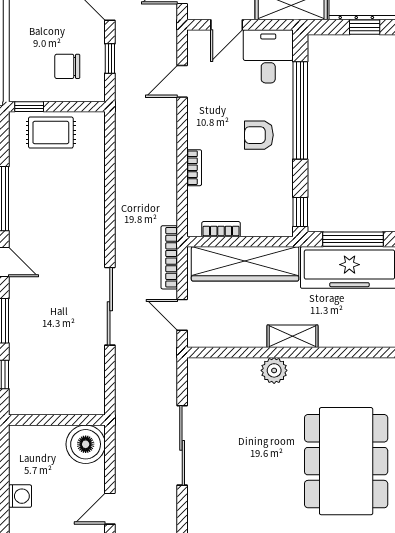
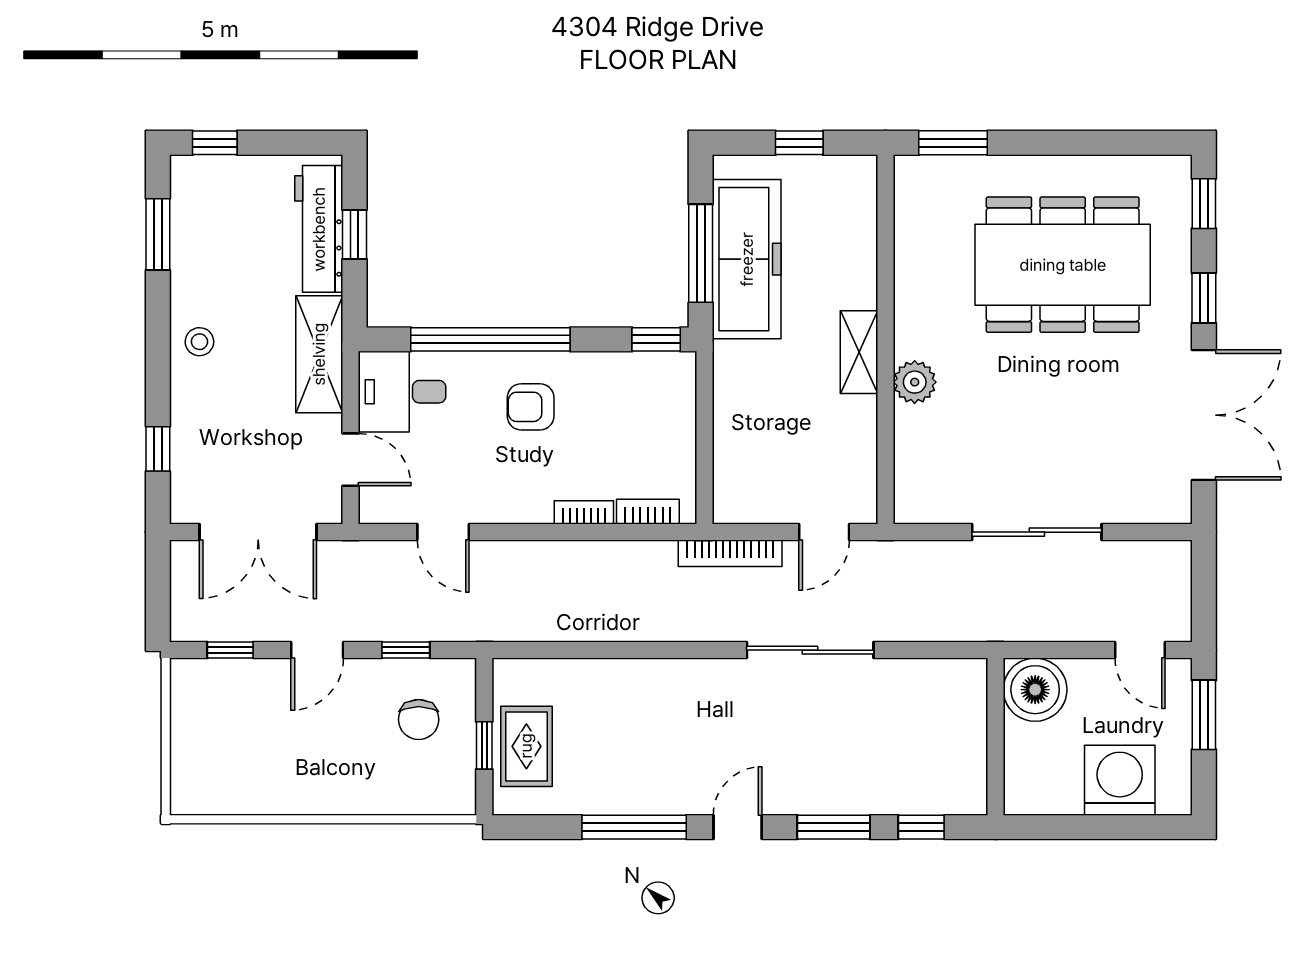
window: (29, 107) -> (484, 745), moved
armchair: (259, 135) -> (531, 407), turned 90
bookcase: (221, 229) -> (648, 512), moved, turned 90
wardrobe: (245, 264) -> (741, 430), removed
washing machine: (20, 496) -> (1120, 780), width x1.89, depth x1.89

